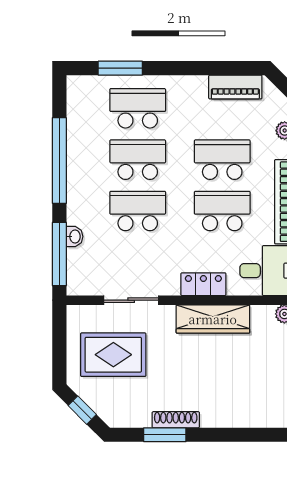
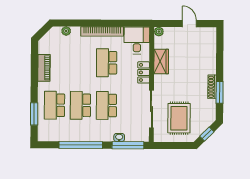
piano: (235, 87) -> (44, 68), moved
school desk: (222, 160) -> (81, 63), removed
sliding door: (131, 300) -> (151, 109), width x1.37
wardrobe: (213, 319) -> (161, 62), width x0.67

